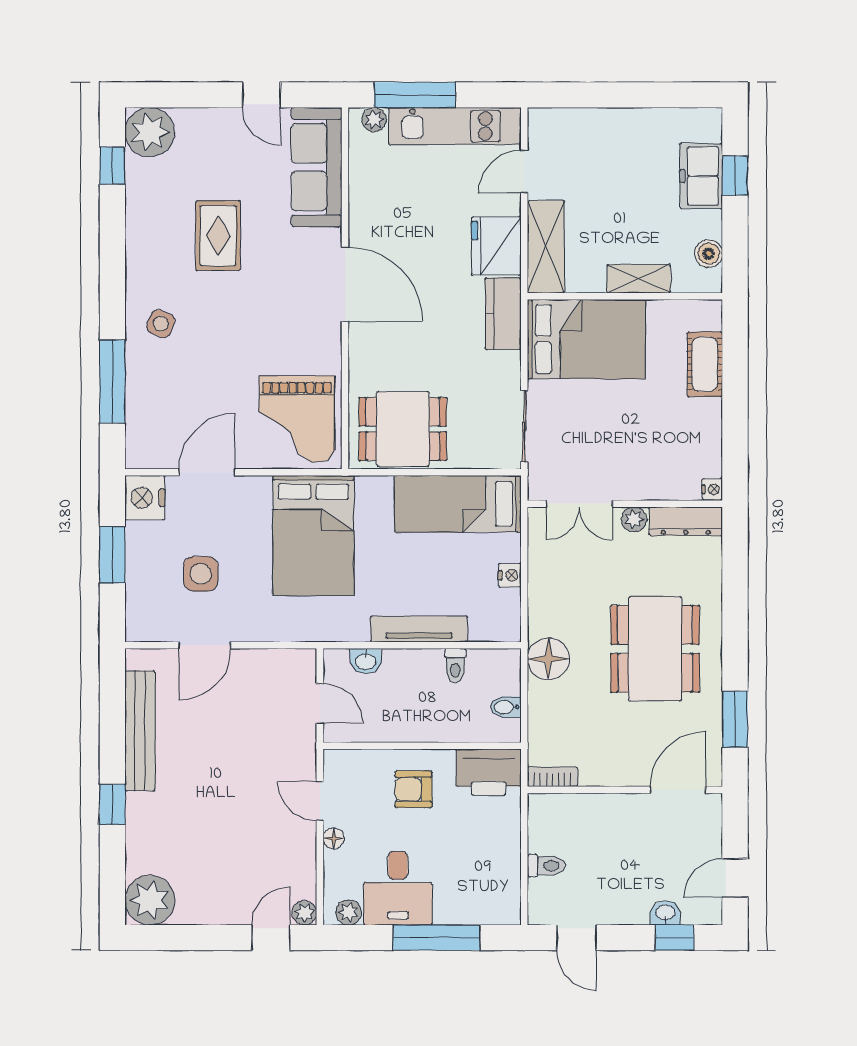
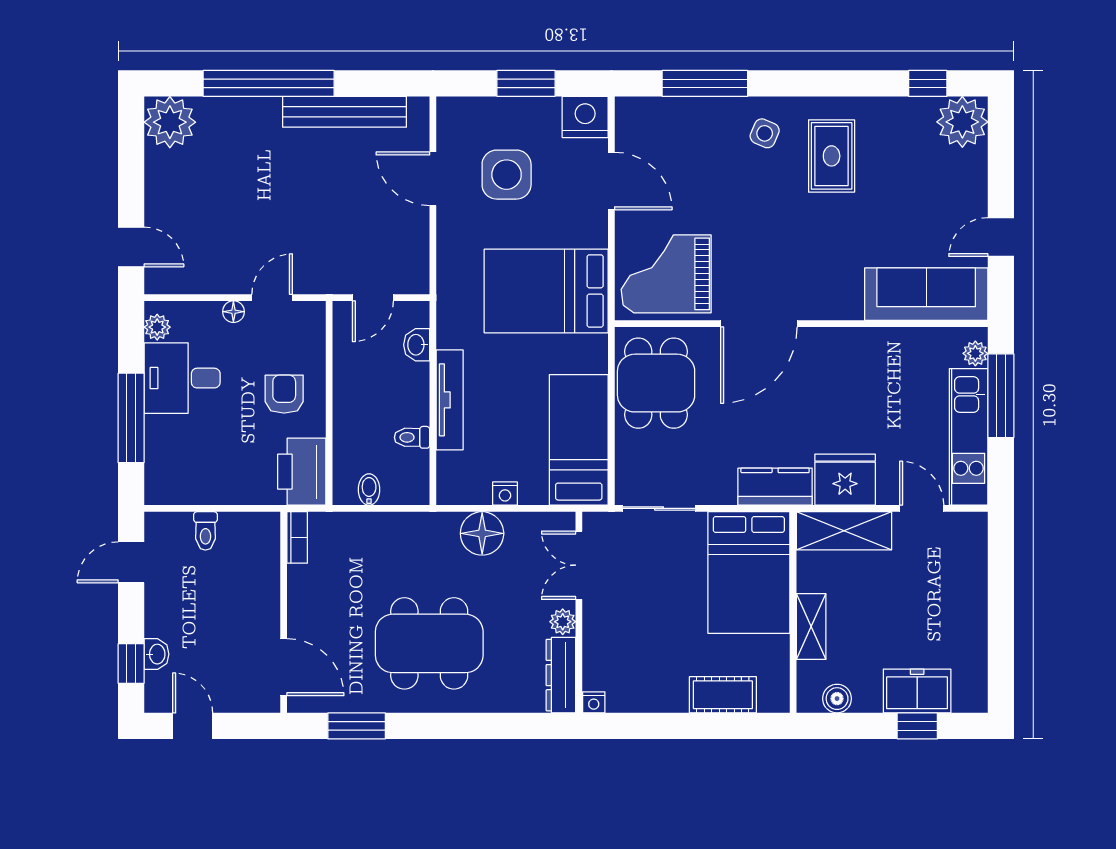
rug: (218, 236) -> (832, 156), moved, turned 90
door: (345, 284) -> (759, 324), moved
side table: (201, 574) -> (507, 175), width x1.37, depth x1.37
floor lamp: (548, 659) -> (482, 533), moved
window: (112, 804) -> (269, 83), width x3.17
plant: (304, 913) -> (157, 282), removed

